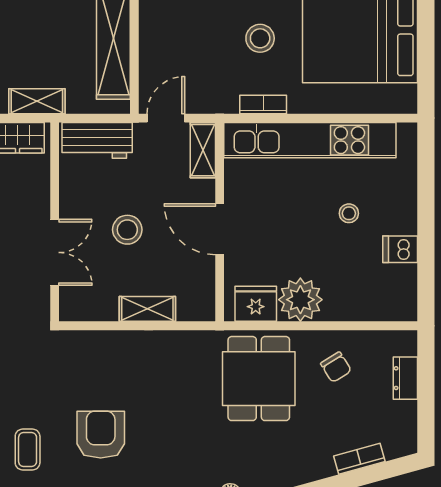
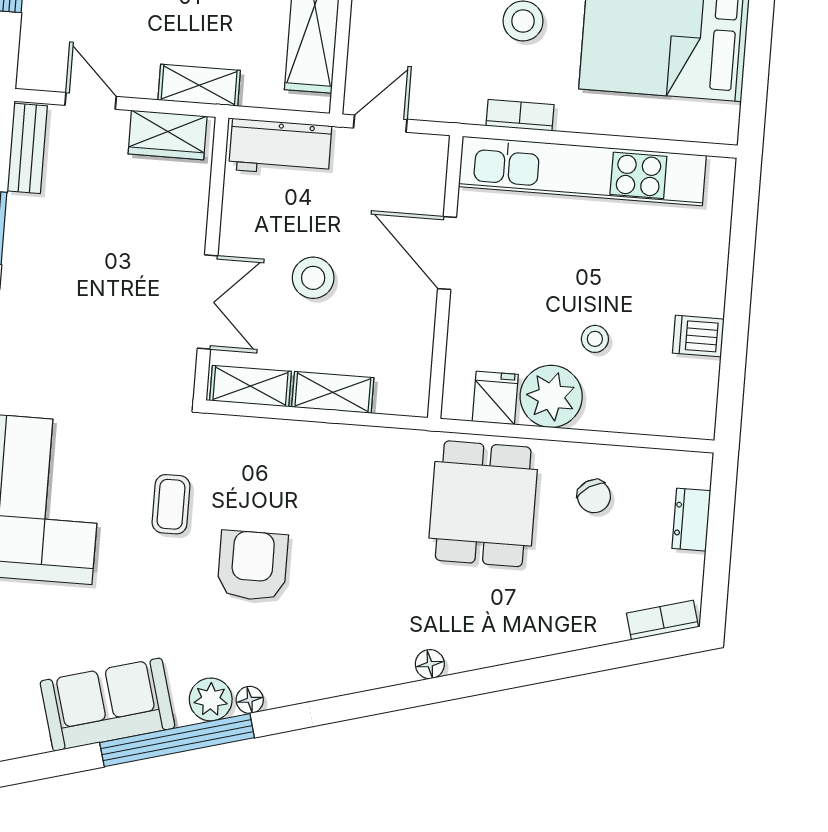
shelving: (203, 150) -> (250, 386), moved, turned 90
stool: (349, 213) -> (595, 339), moved
door: (220, 229) -> (447, 253), moved
fridge: (256, 304) -> (495, 398), width x0.72
coffee table: (28, 450) -> (171, 504), moved
bookcase: (359, 459) -> (662, 620), moved

